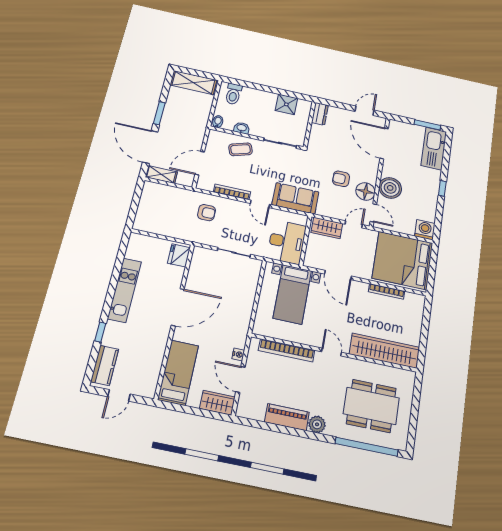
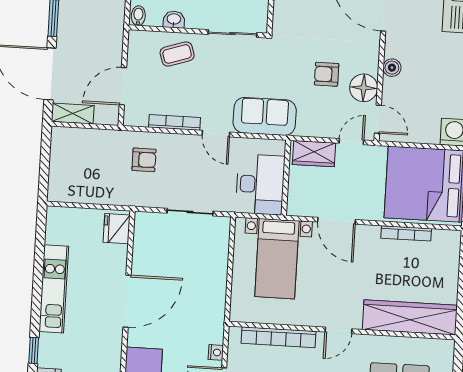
boiler: (390, 188) -> (392, 68), width x0.54, depth x0.54
door: (331, 352) -> (338, 330), swing flipped

